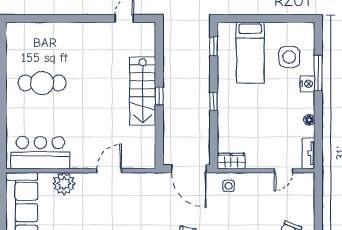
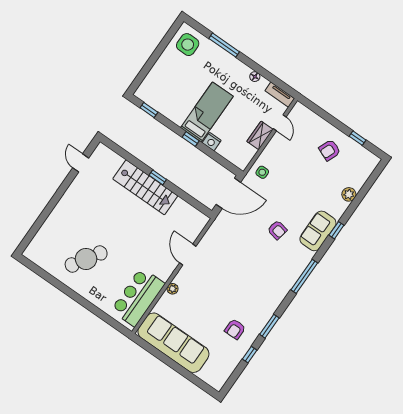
bed: (250, 53) -> (207, 112), moved, turned -90
side table: (289, 57) -> (188, 45), moved
cafe table: (42, 83) -> (86, 259), turned 32
nightstand: (307, 84) -> (212, 142), moved, turned 180
wardrobe: (231, 161) -> (260, 135), moved
plant: (64, 183) -> (172, 289), width x0.53, depth x0.53

